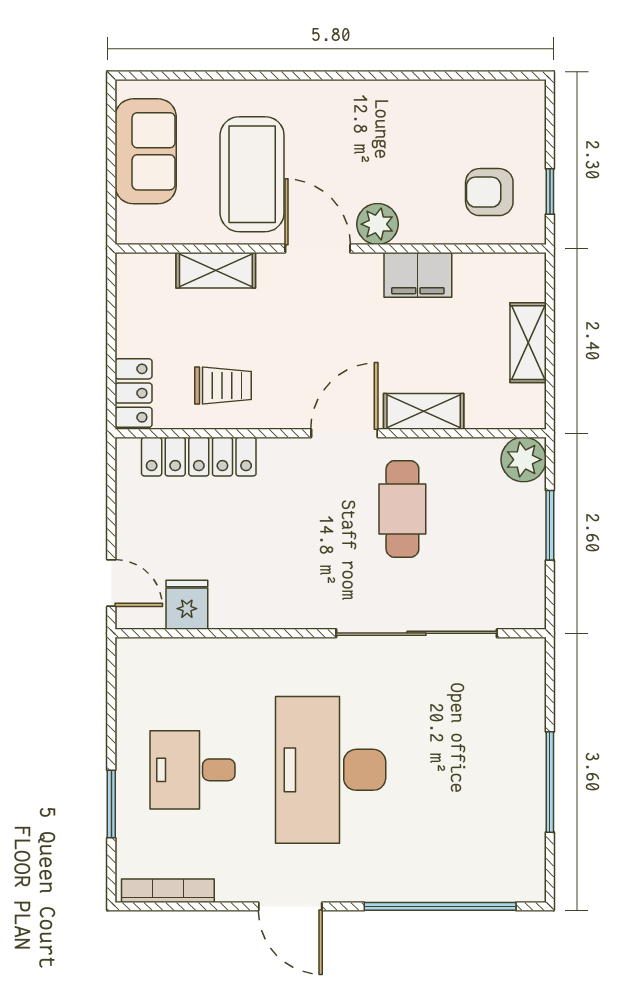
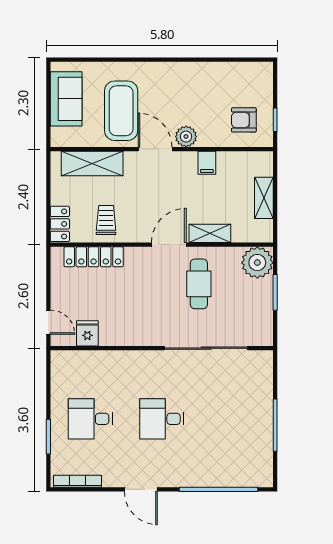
shelving: (216, 270) -> (92, 163), width x1.50, depth x1.33
filing cabinet: (418, 275) -> (207, 163), width x0.50
trolley: (223, 385) -> (106, 220), turned -90
plant: (524, 460) -> (257, 263), width x1.36, depth x1.36
desk: (331, 770) -> (162, 419), width x0.53, depth x0.77

